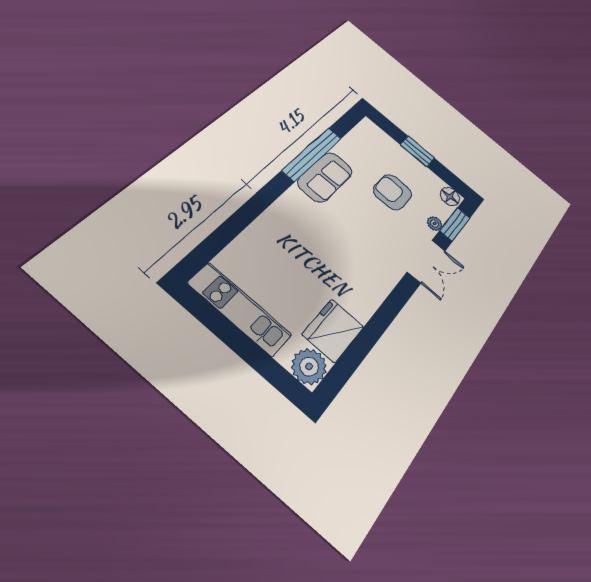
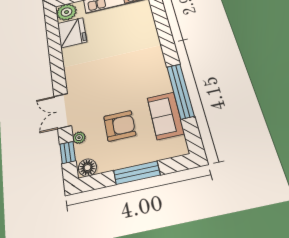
window: (417, 151) -> (137, 173), width x1.44
sofa: (325, 177) -> (166, 116), moved
window: (455, 224) -> (68, 153), width x0.67

